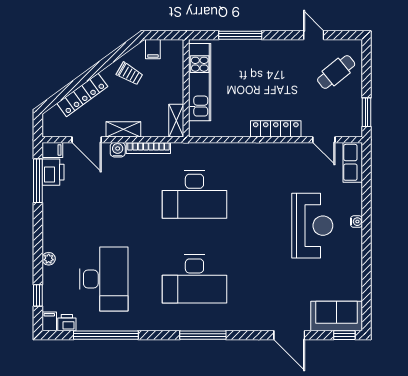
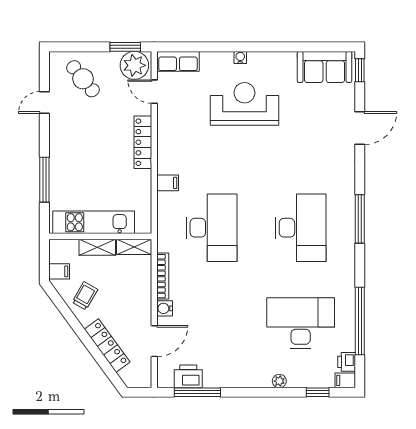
plant: (349, 121) -> (134, 65), added
shelving: (123, 129) -> (97, 247), moved, turned 90
door: (324, 140) -> (154, 92), swing flipped
filing cabinet: (52, 150) -> (168, 183), moved, turned 90
sofa: (337, 316) -> (325, 67), moved, turned -90

